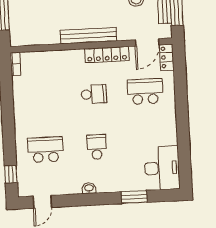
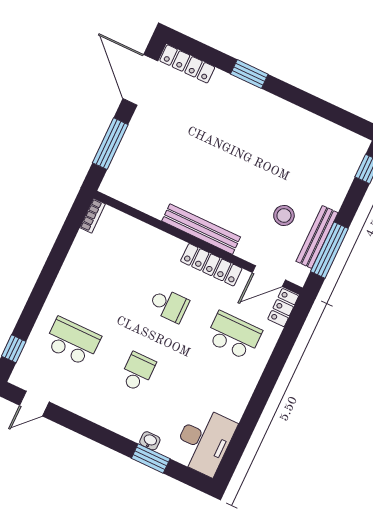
washbasin: (89, 188) -> (150, 441), moved

